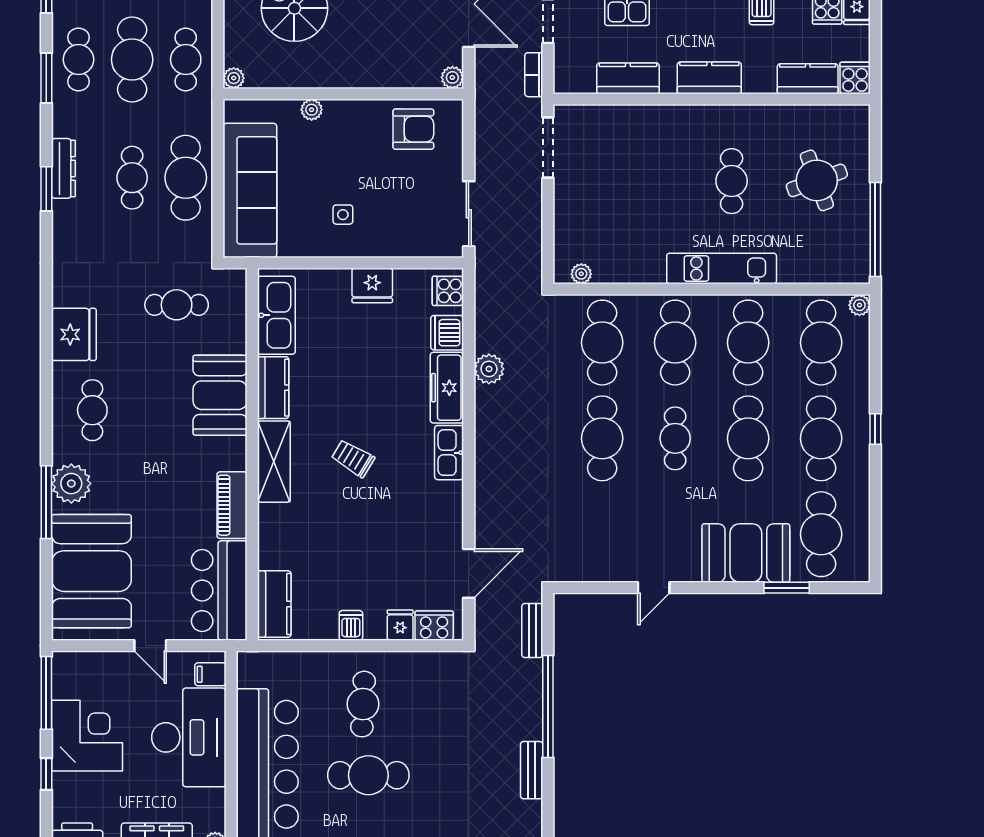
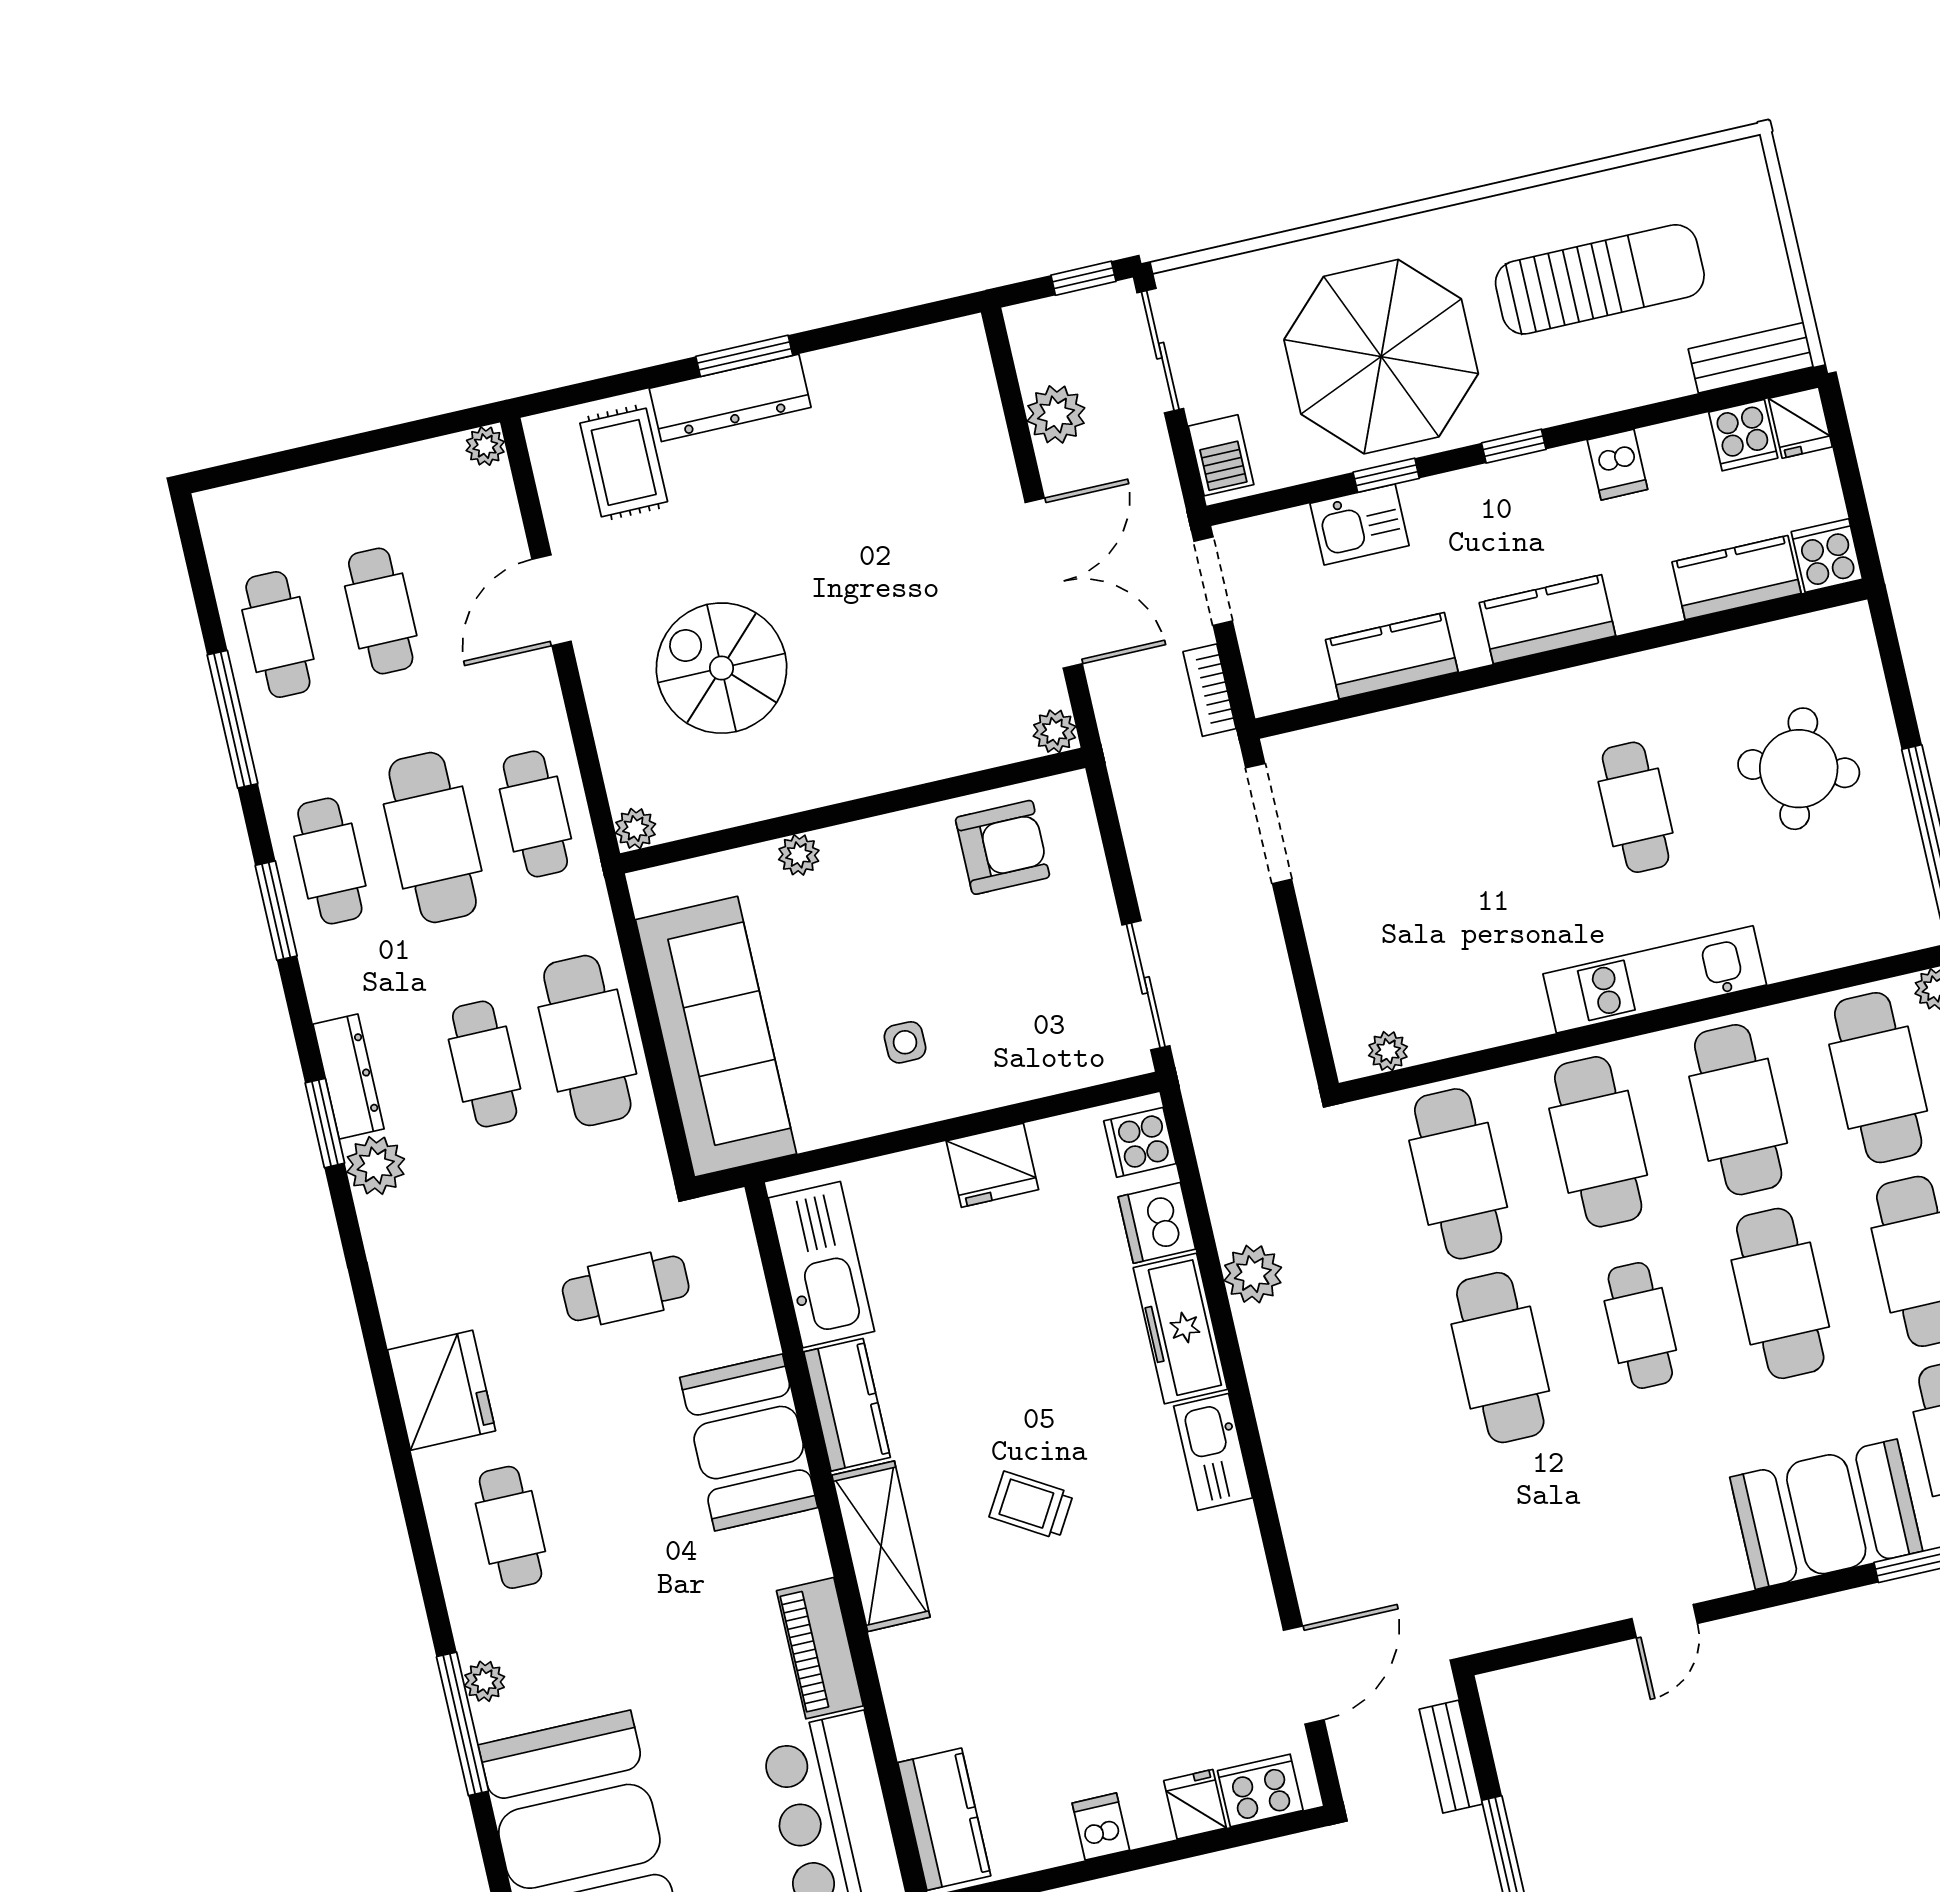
round table: (817, 180) -> (1799, 769), turned 38
plant: (67, 216) -> (376, 1165), added
plant: (71, 484) -> (485, 1681), width x0.53, depth x0.53

